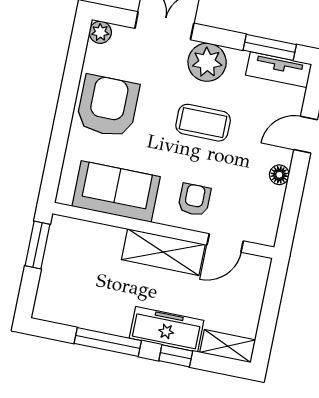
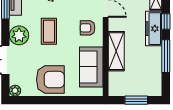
armchair: (108, 106) -> (50, 80), turned 180
window: (37, 245) -> (136, 100), moved
shelving: (163, 252) -> (116, 51), moved

